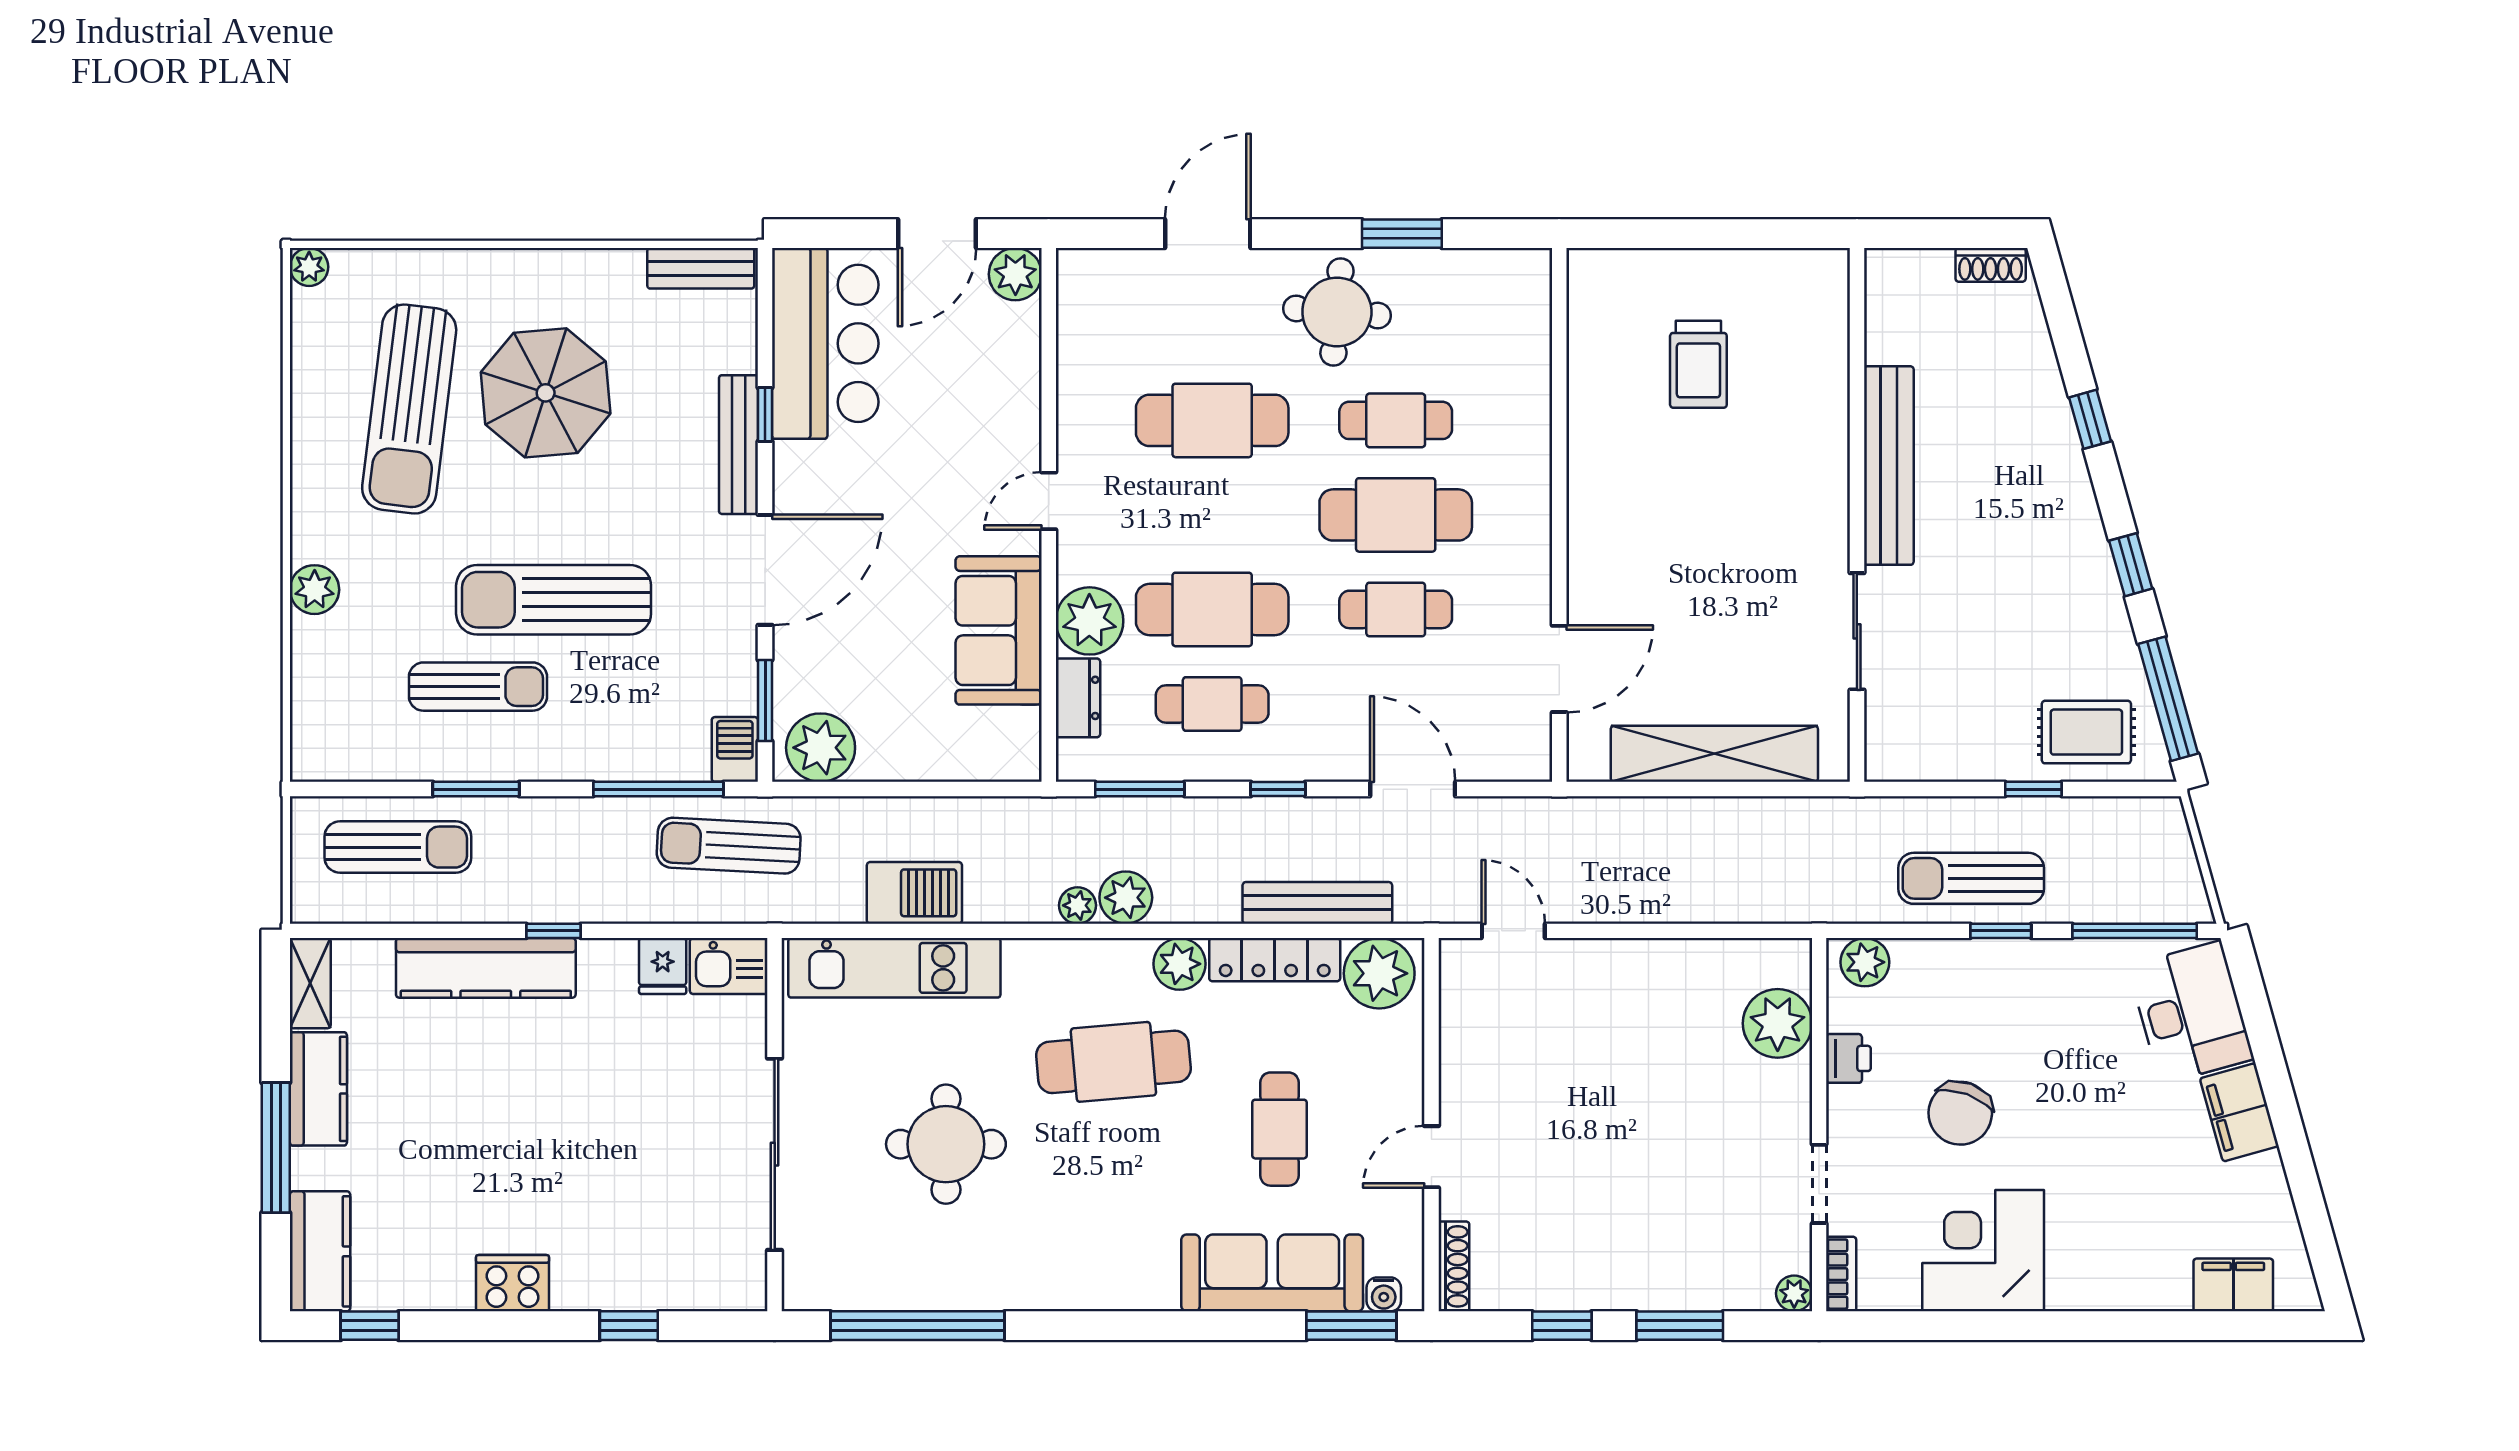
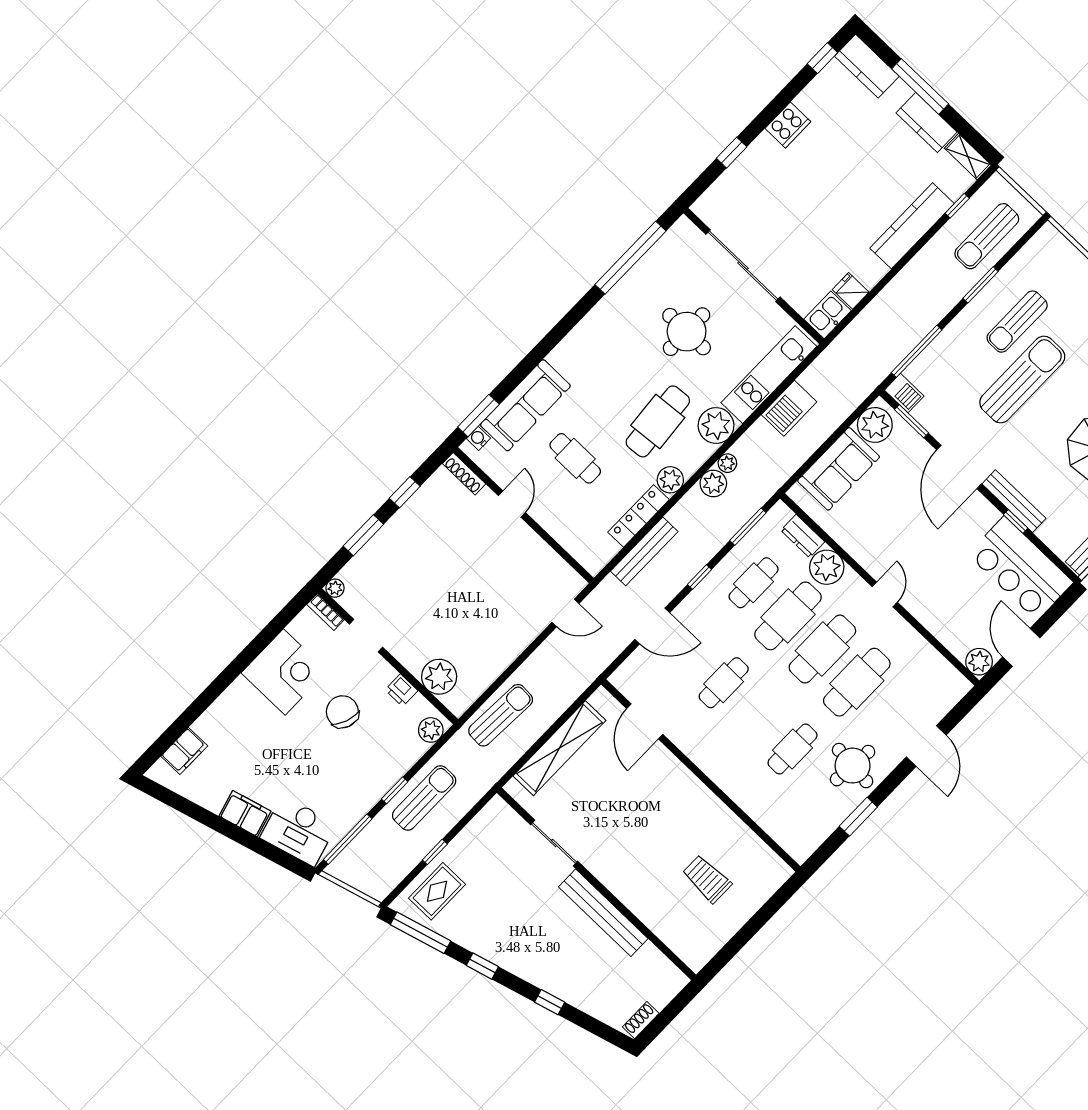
cafe table: (1396, 515) -> (822, 649), moved
sofa: (999, 630) -> (839, 469), moved, turned 90
sun lounger: (729, 846) -> (501, 715), moved
window: (553, 931) -> (957, 206), moved
plant: (1379, 973) -> (716, 426), moved

